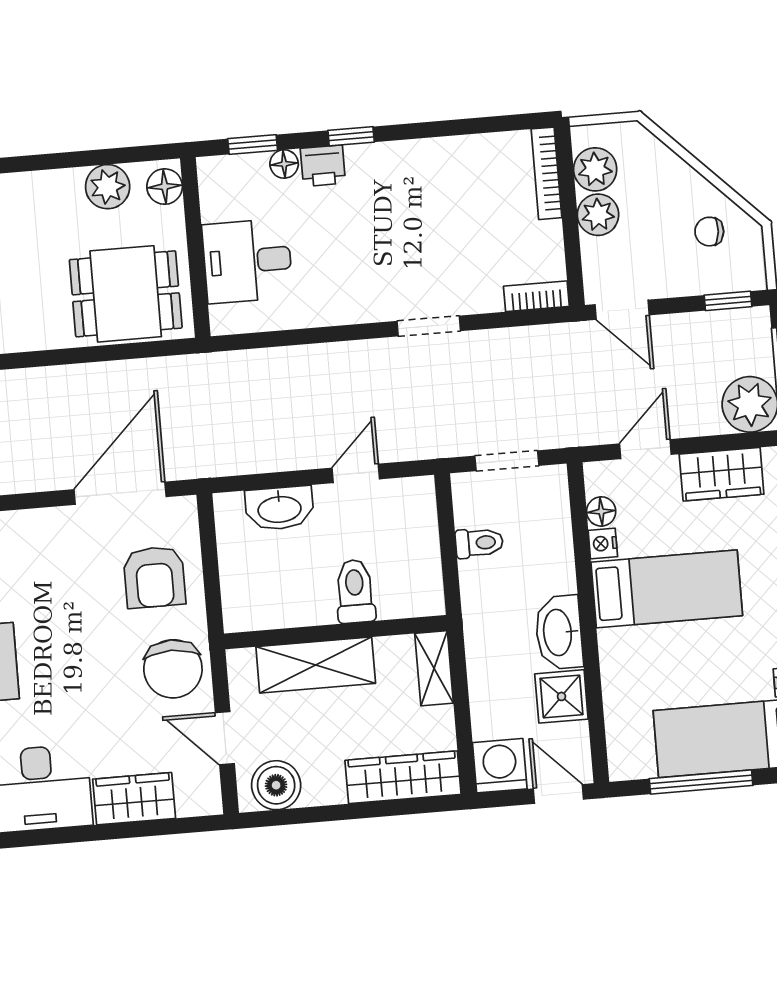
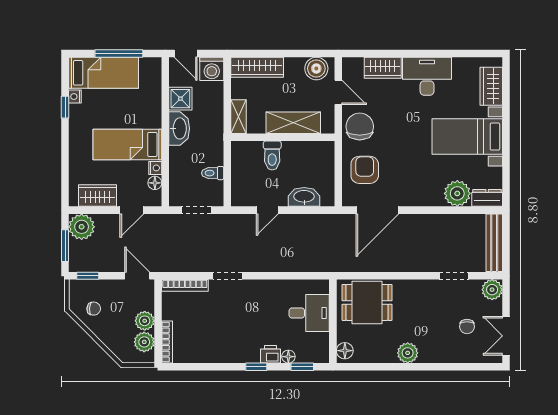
plant: (108, 187) -> (408, 353), moved
bookcase: (536, 296) -> (185, 285), width x1.56

